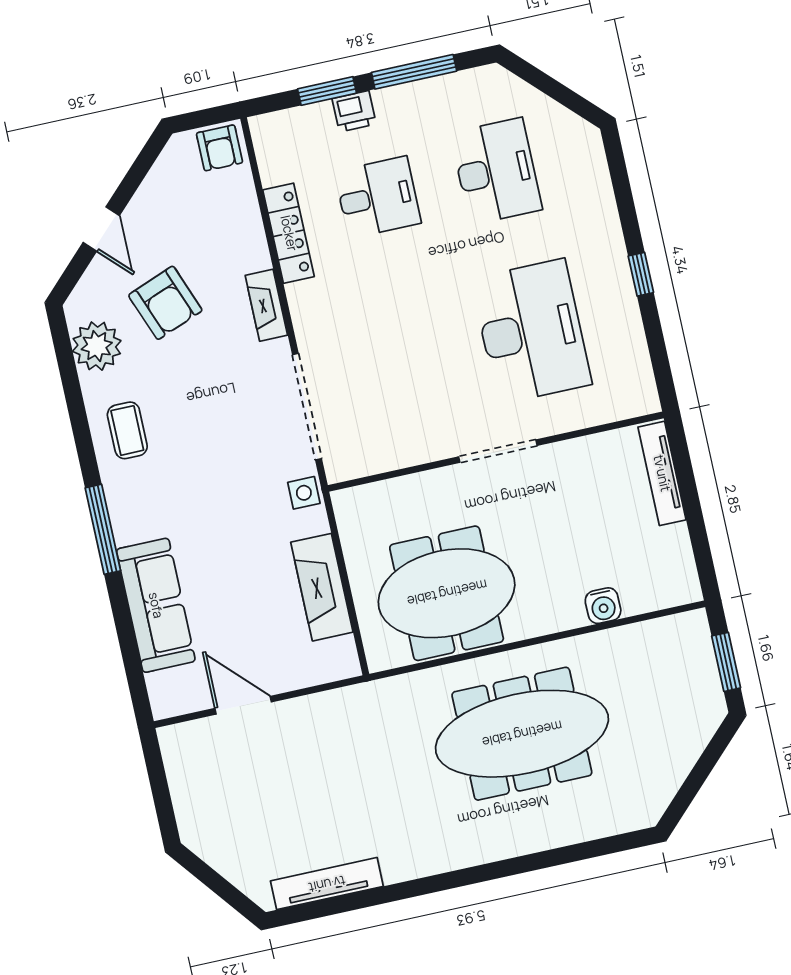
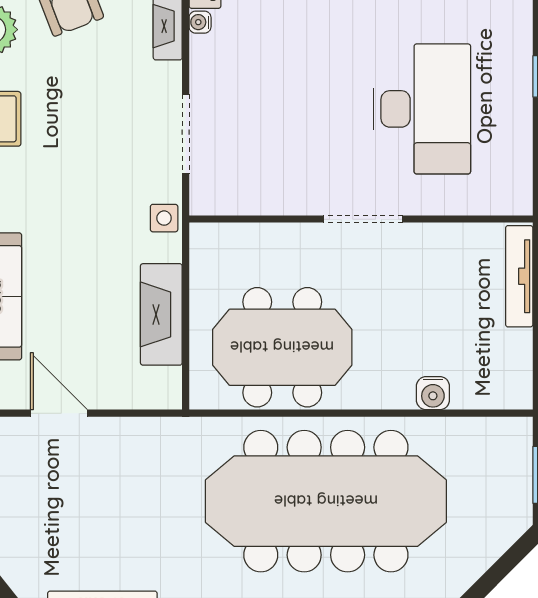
water cooler: (297, 294) -> (200, 22), added
doorway: (307, 407) -> (186, 134), width x0.73
meeting table: (522, 734) -> (326, 501), width x1.36, depth x1.27

